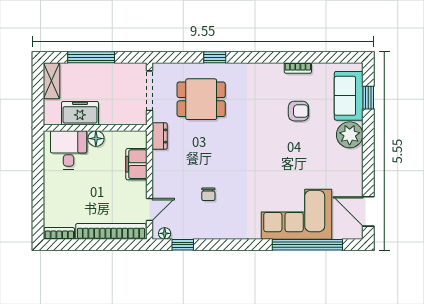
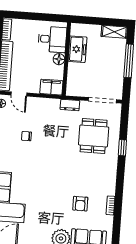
freezer: (80, 113) -> (78, 49), moved
wall: (95, 128) -> (66, 59), moved
floor lamp: (96, 139) -> (59, 59), moved
desk: (69, 150) -> (52, 39), moved

